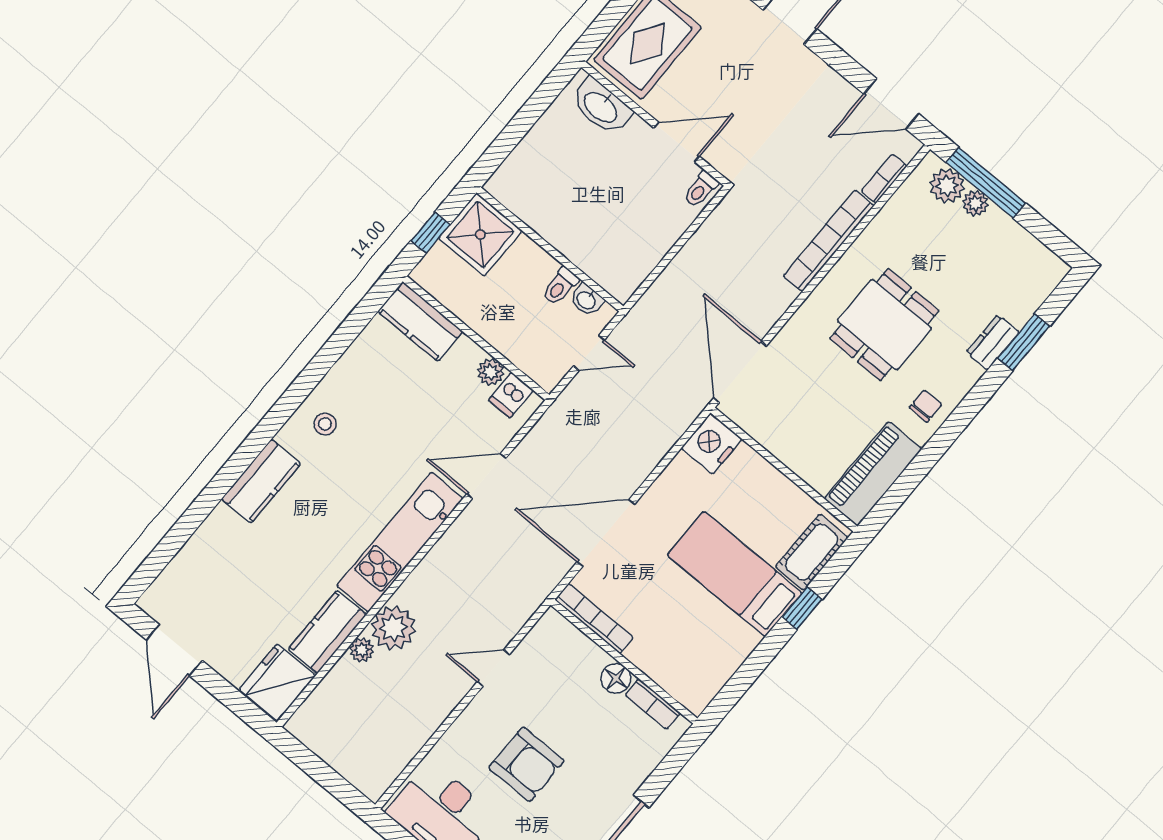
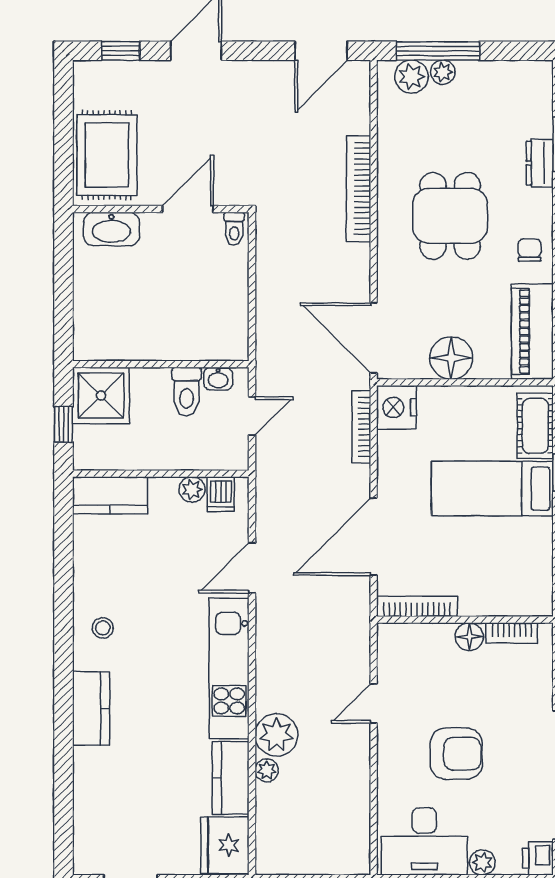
bookcase: (884, 179) -> (361, 427), moved, width x1.56
toilet: (560, 286) -> (187, 392), width x1.37, depth x1.39
floor lamp: (789, 440) -> (451, 358), added

